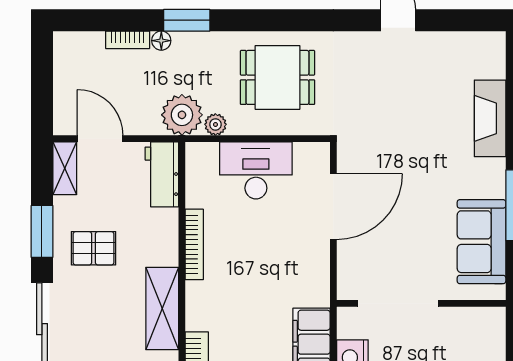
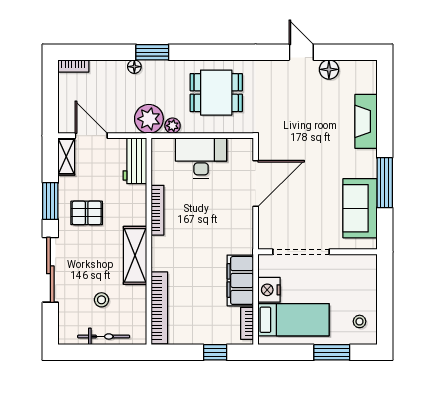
bookcase: (128, 40) -> (73, 66), moved
floor lamp: (437, 45) -> (329, 69), added

